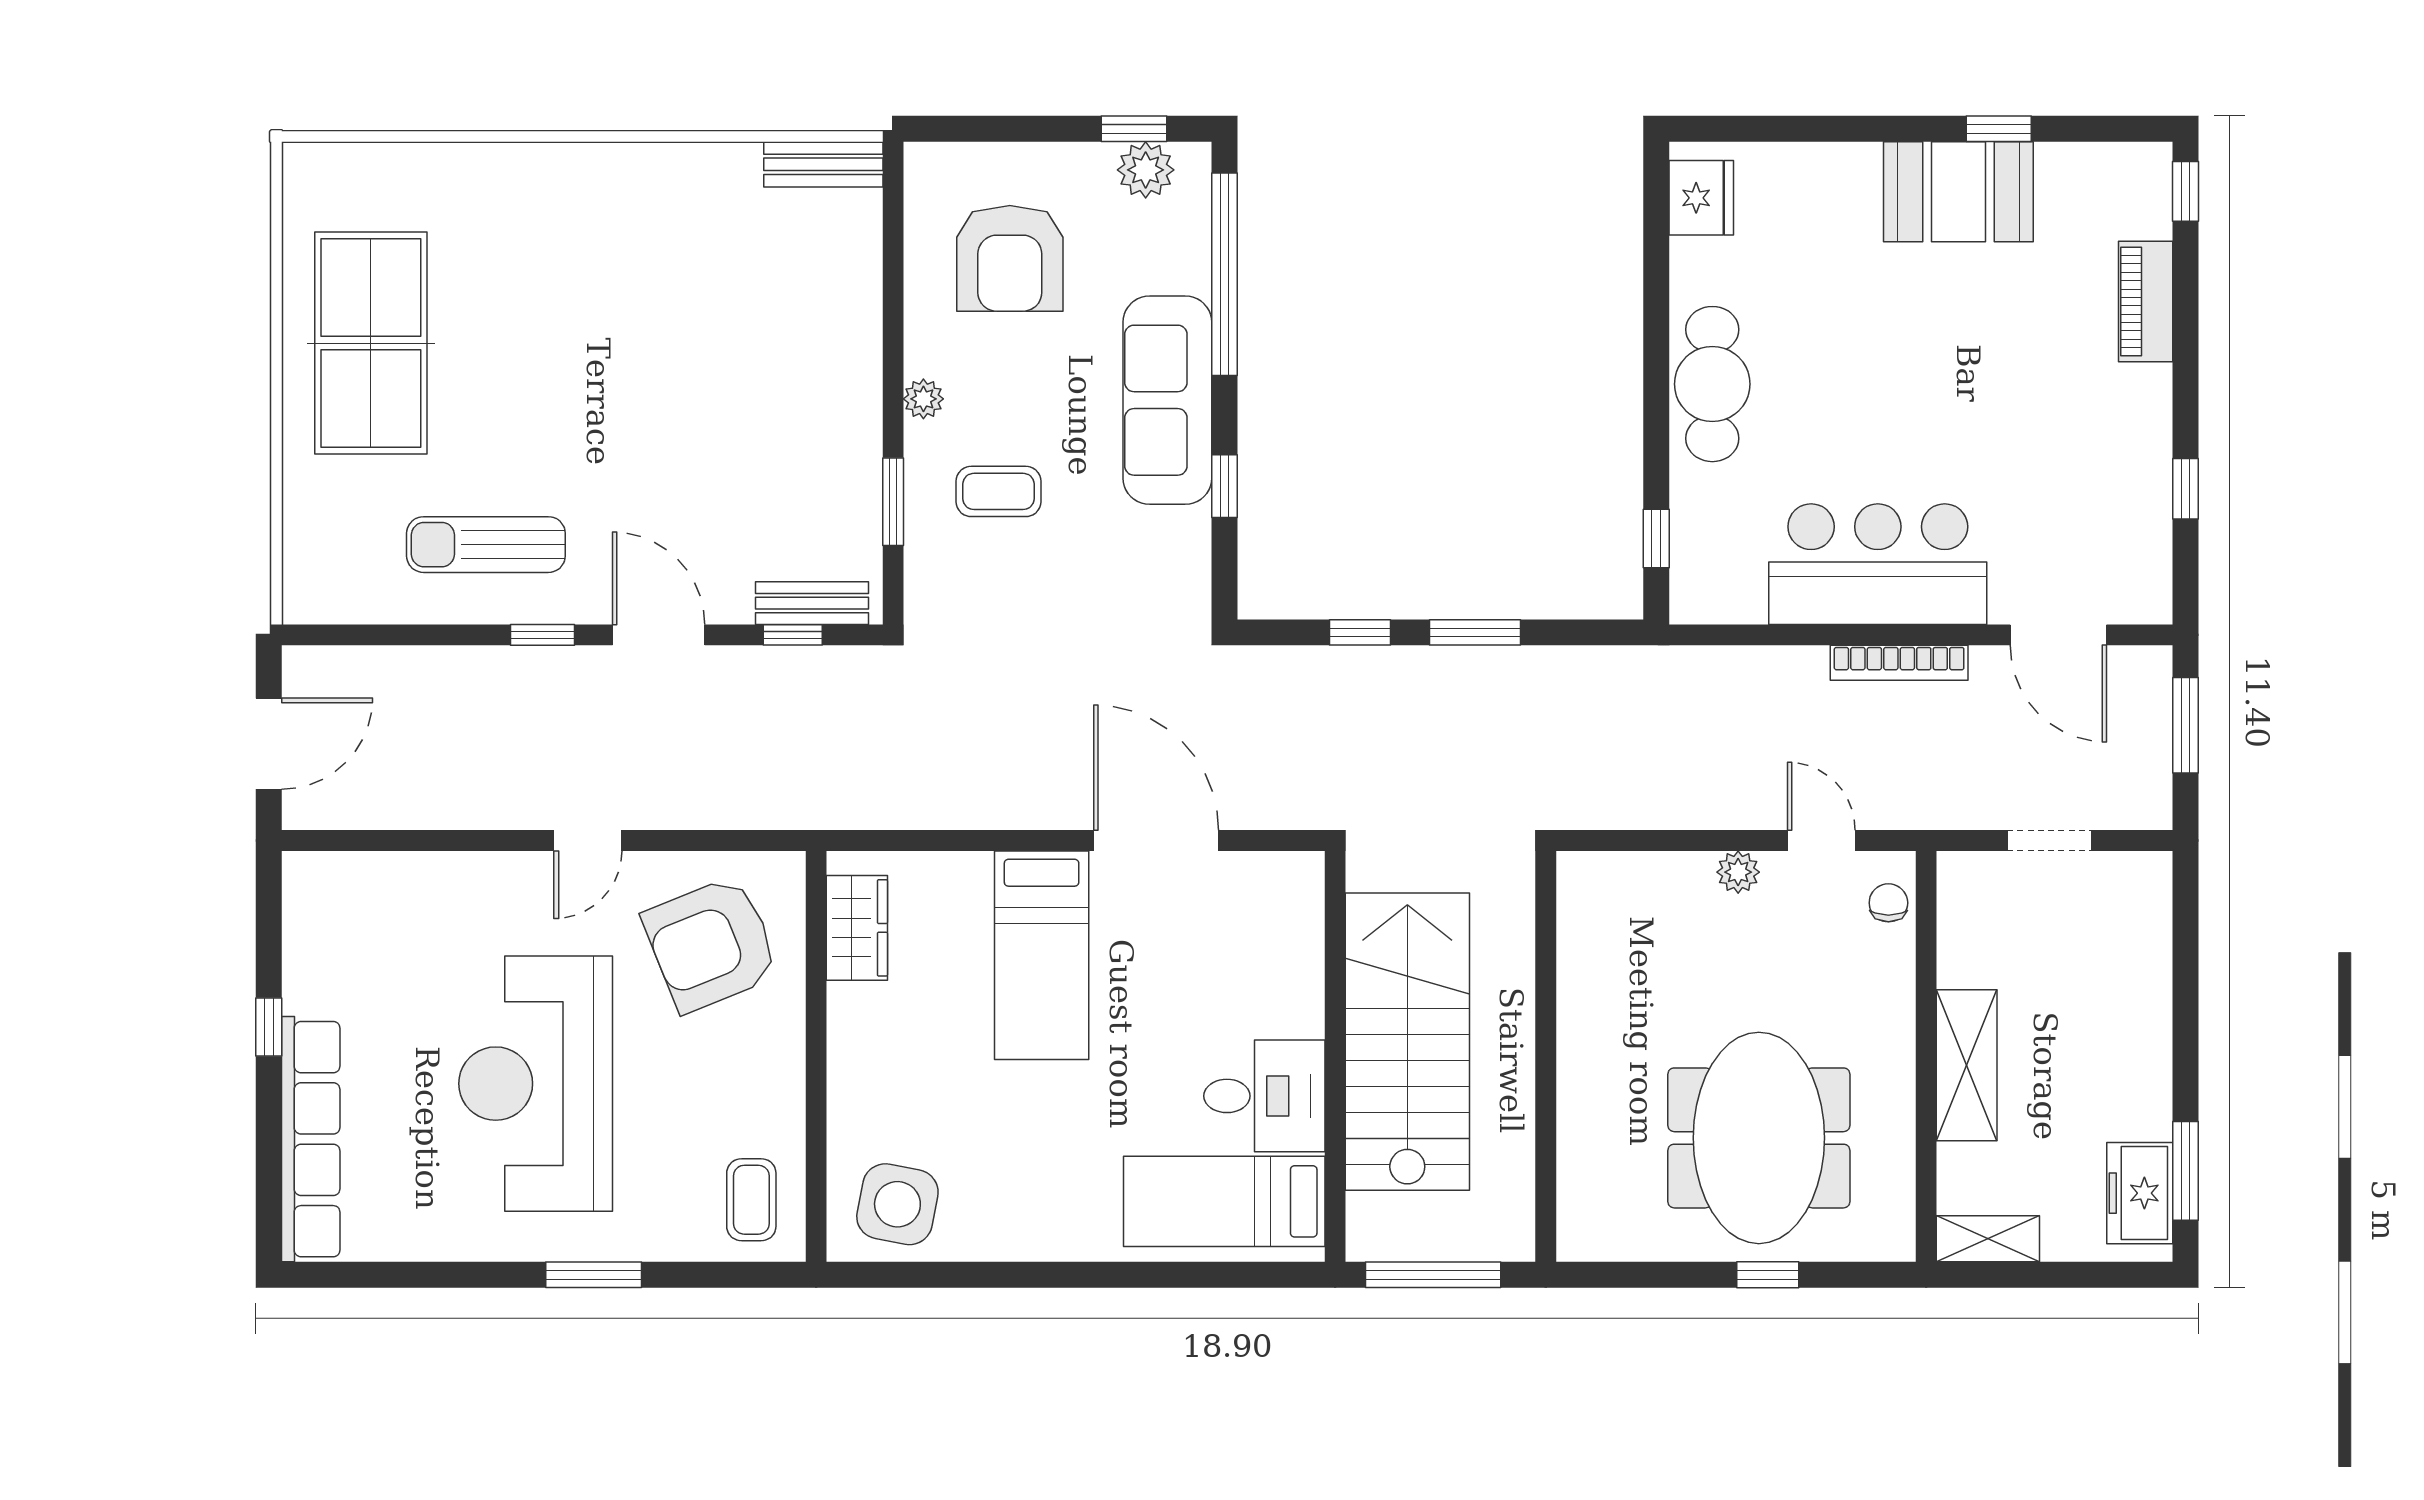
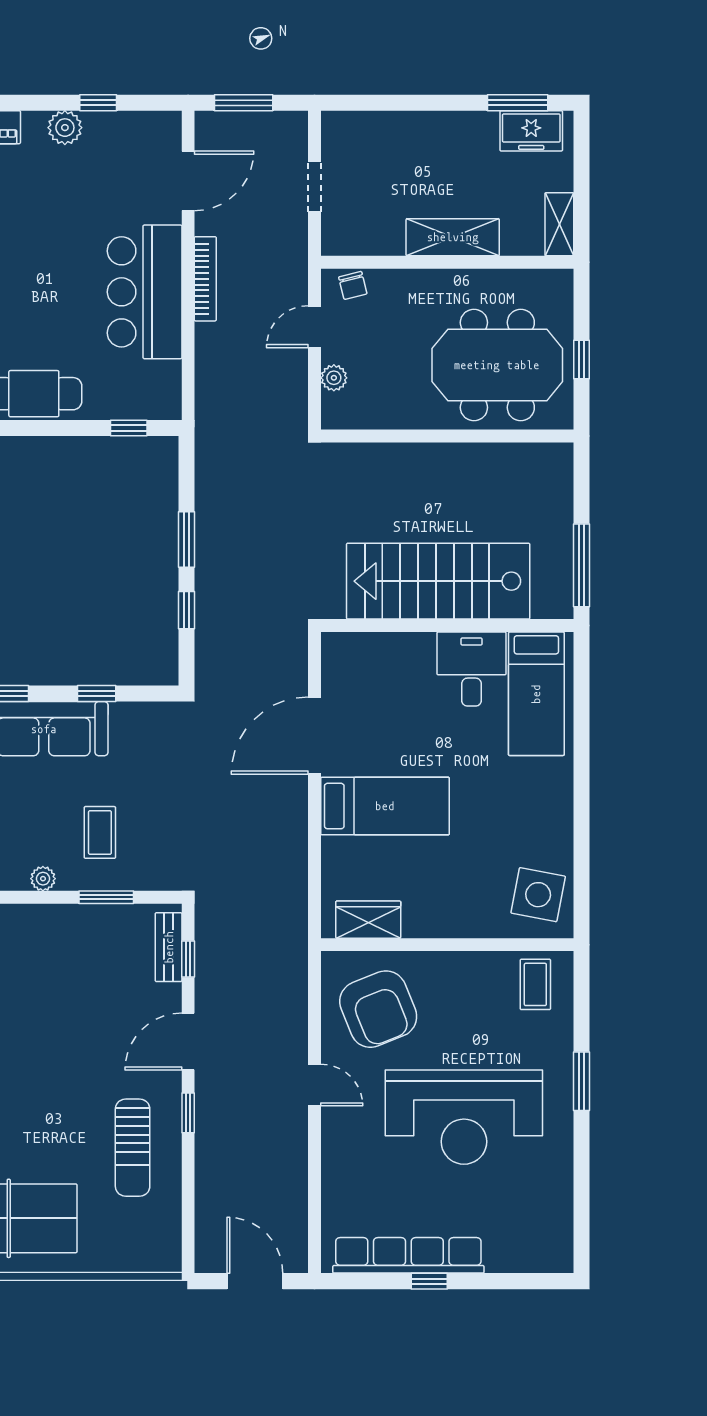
plant: (2145, 435) -> (65, 128), added
chair: (1888, 903) -> (353, 285), turned -104
wall: (1546, 1056) -> (447, 436), moved
row of seats: (311, 1139) -> (408, 1255), moved
coffee table: (751, 1200) -> (535, 984), turned 90

